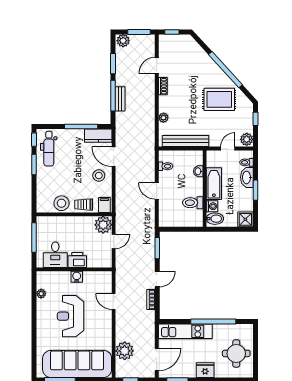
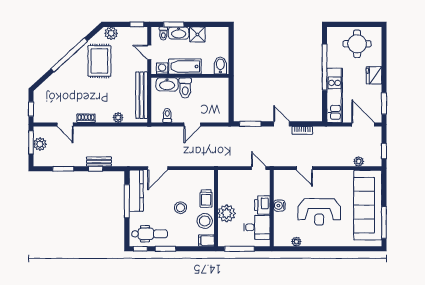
plant: (123, 41) -> (40, 144), moved
window: (113, 96) -> (96, 169), width x0.46
window: (255, 119) -> (137, 24), moved
kitchen counter: (98, 136) -> (136, 191), width x1.50
plant: (247, 139) -> (111, 33), moved
washbasin: (198, 171) -> (167, 84), width x1.91, depth x1.45
stool: (99, 176) -> (180, 208), moved
window: (255, 190) -> (174, 24), moved
toilet: (193, 203) -> (185, 88), moved
filing cabinet: (104, 205) -> (206, 241), moved
washing machine: (212, 206) -> (162, 68), moved
shower: (245, 219) -> (197, 34), moved
plant: (103, 225) -> (227, 213), moved
door: (114, 241) -> (259, 168), moved
door: (114, 302) -> (304, 168), hinge flipped
plant: (125, 351) -> (359, 161), width x0.53, depth x0.53

